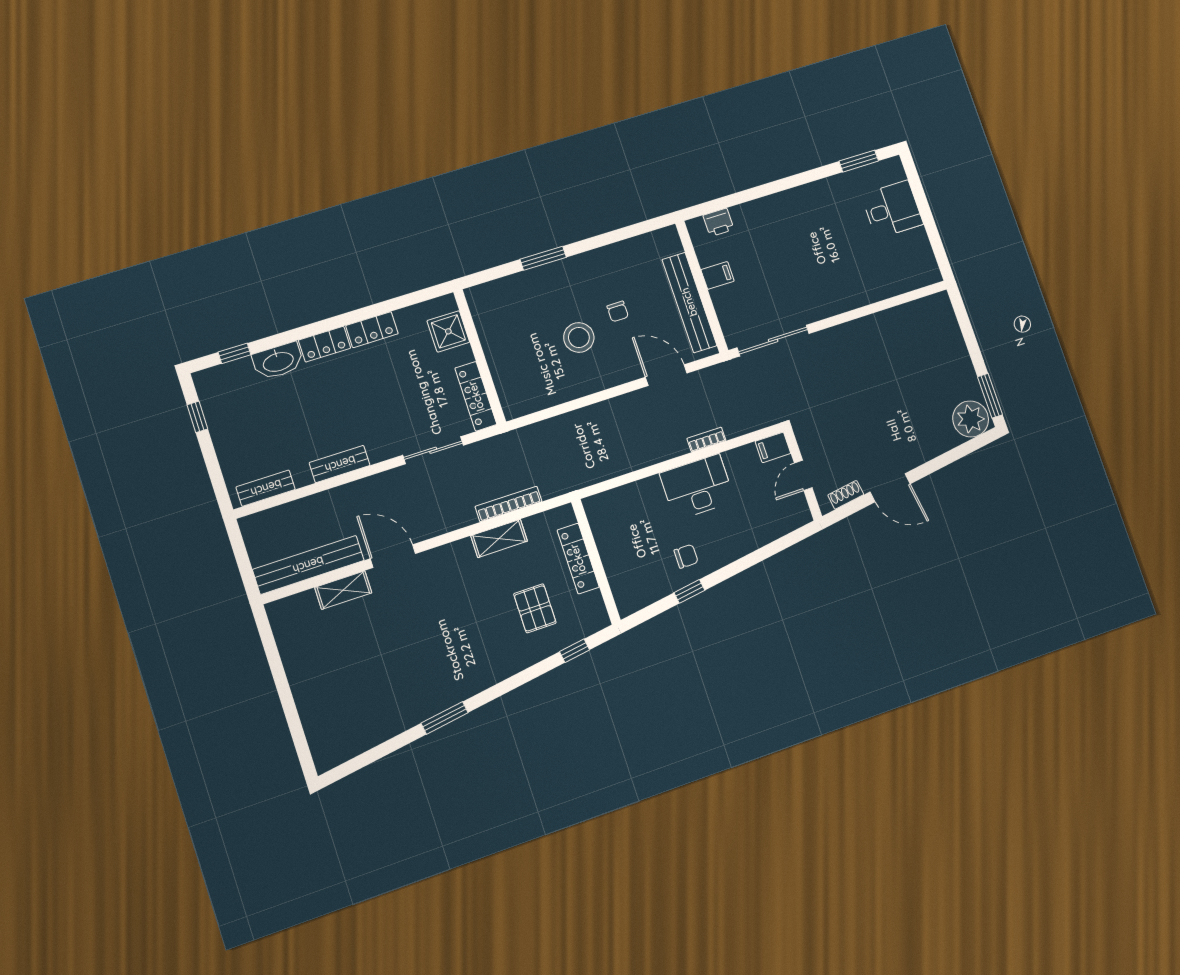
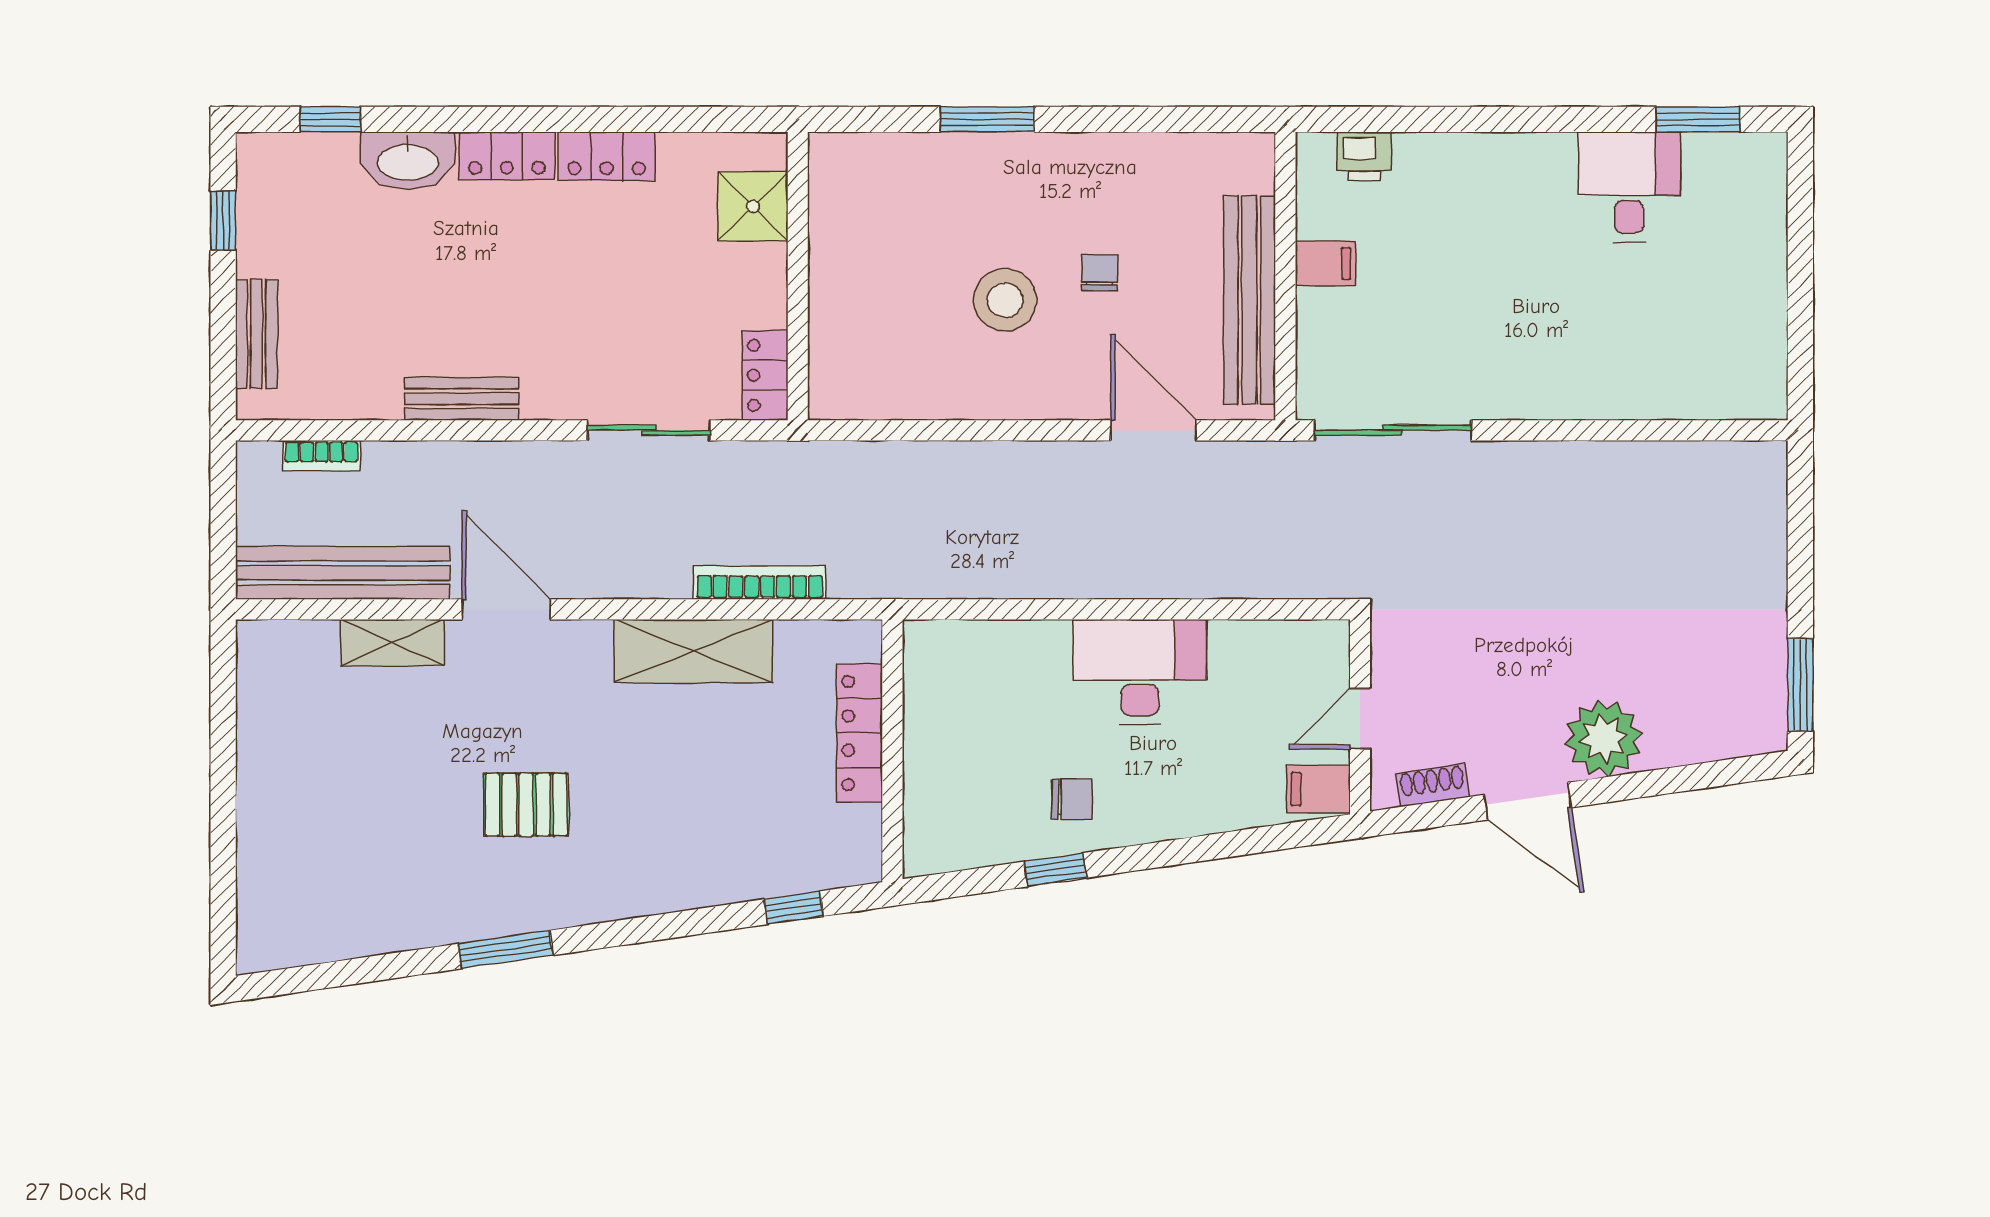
desk: (892, 209) -> (1629, 187), moved, turned -90
chair: (618, 311) -> (1100, 273), turned 180
locker: (476, 396) -> (765, 375), width x0.66
plant: (971, 419) -> (1603, 738), moved
bookcase: (706, 440) -> (322, 456), moved, turned 180
filing cabinet: (773, 447) -> (1318, 789), moved
bench: (266, 488) -> (257, 334), moved, turned 90
shelving: (499, 538) -> (693, 651), width x1.50, depth x1.33
pallet: (535, 608) -> (526, 805), moved, turned 90

